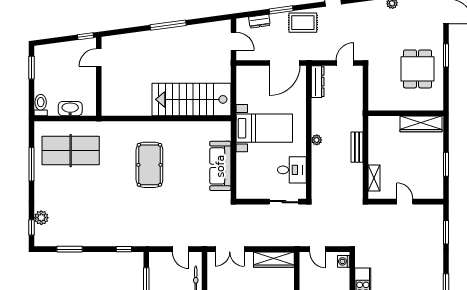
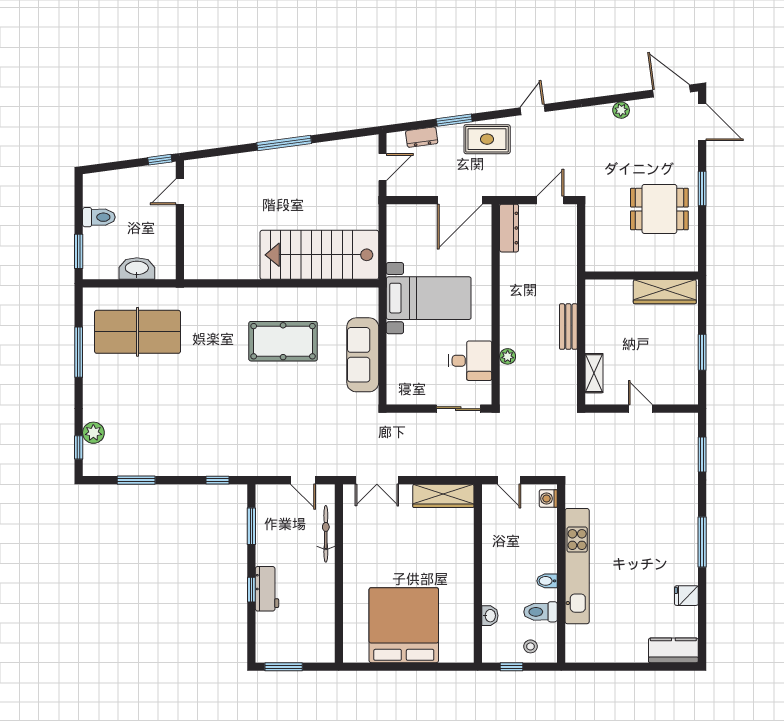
door: (233, 41) -> (382, 167), hinge flipped
window: (31, 68) -> (79, 251), moved
dining table: (418, 69) -> (659, 209), turned 90
toilet: (41, 105) -> (99, 217), moved, turned 90
plant: (317, 140) -> (508, 356), moved
pool table: (149, 165) -> (283, 341), moved, turned 90

